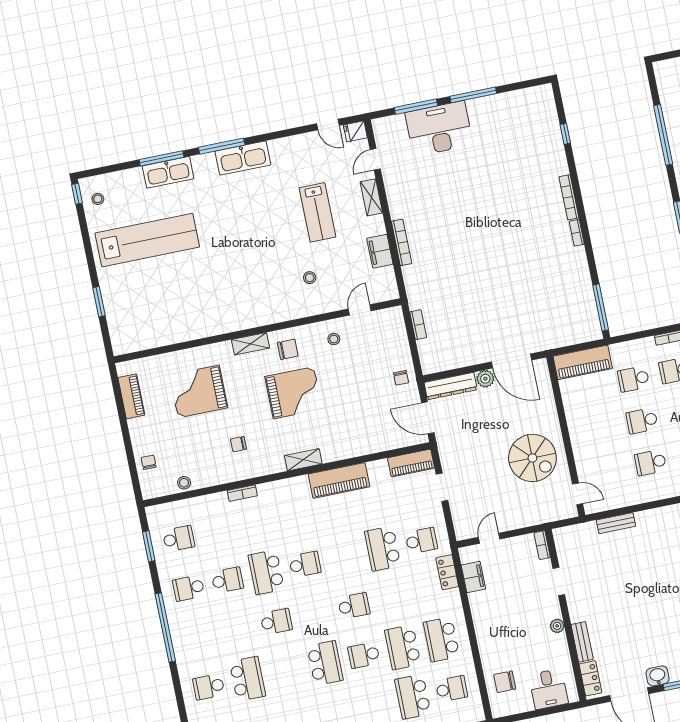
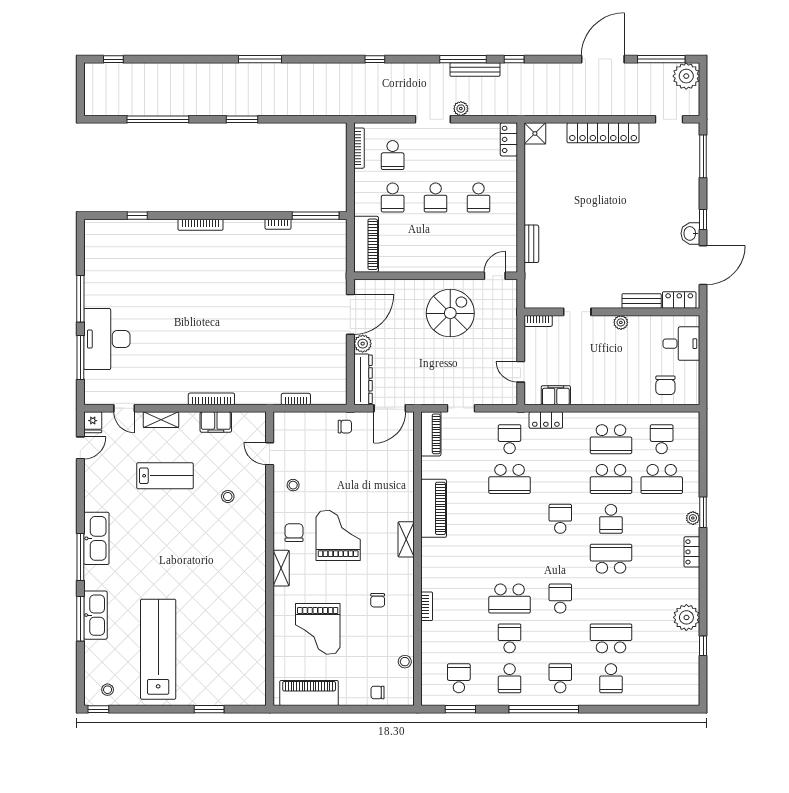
bookcase: (577, 233) -> (278, 224), moved
piano: (131, 396) -> (309, 693), width x1.37, depth x1.33
school desk: (305, 564) -> (560, 678), moved

